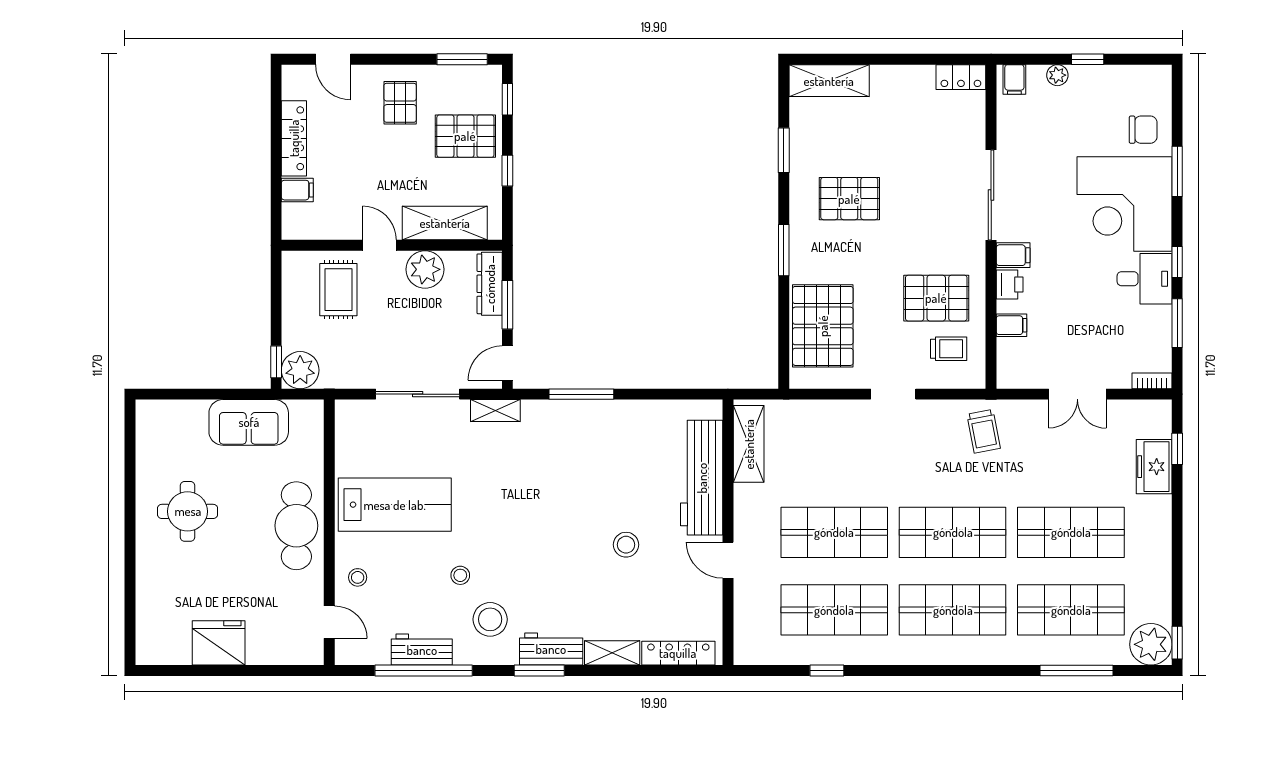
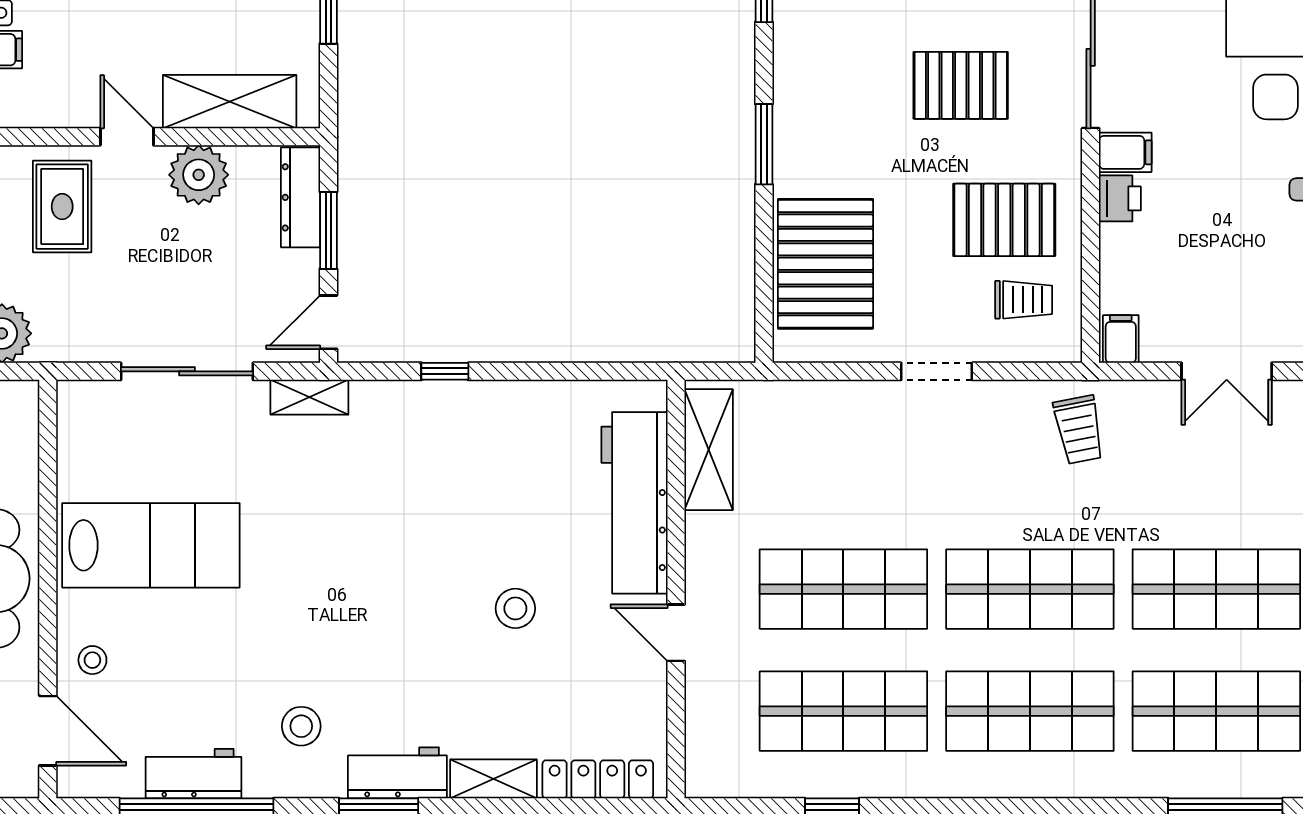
pallet: (849, 199) -> (961, 85), moved
filing cabinet: (1012, 325) -> (1121, 339), moved, turned -90
window: (581, 394) -> (445, 371), width x0.46
stool: (460, 575) -> (254, 657), removed
stool: (490, 619) -> (301, 726), width x0.73, depth x0.73
door: (329, 622) -> (48, 731), width x1.38

